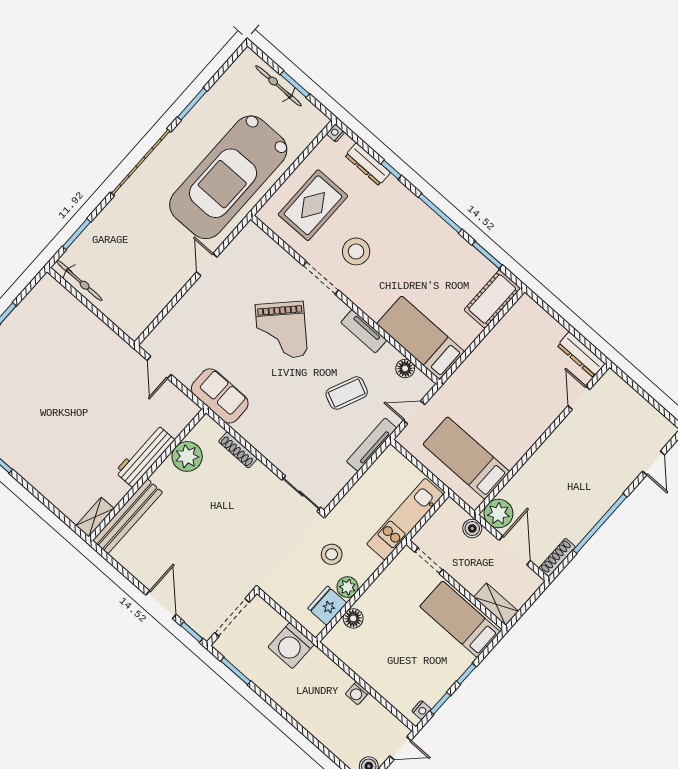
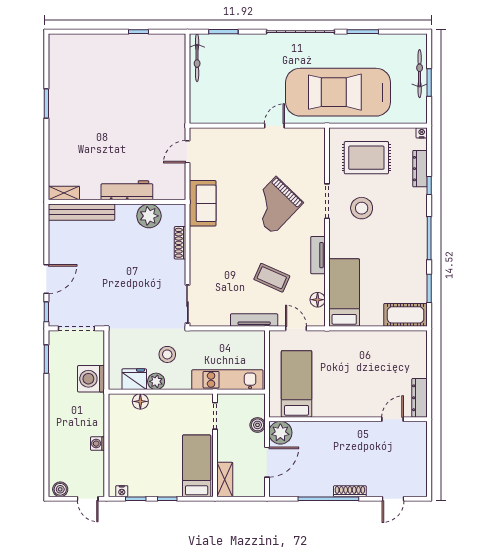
shoe rack: (557, 558) -> (350, 491), moved

